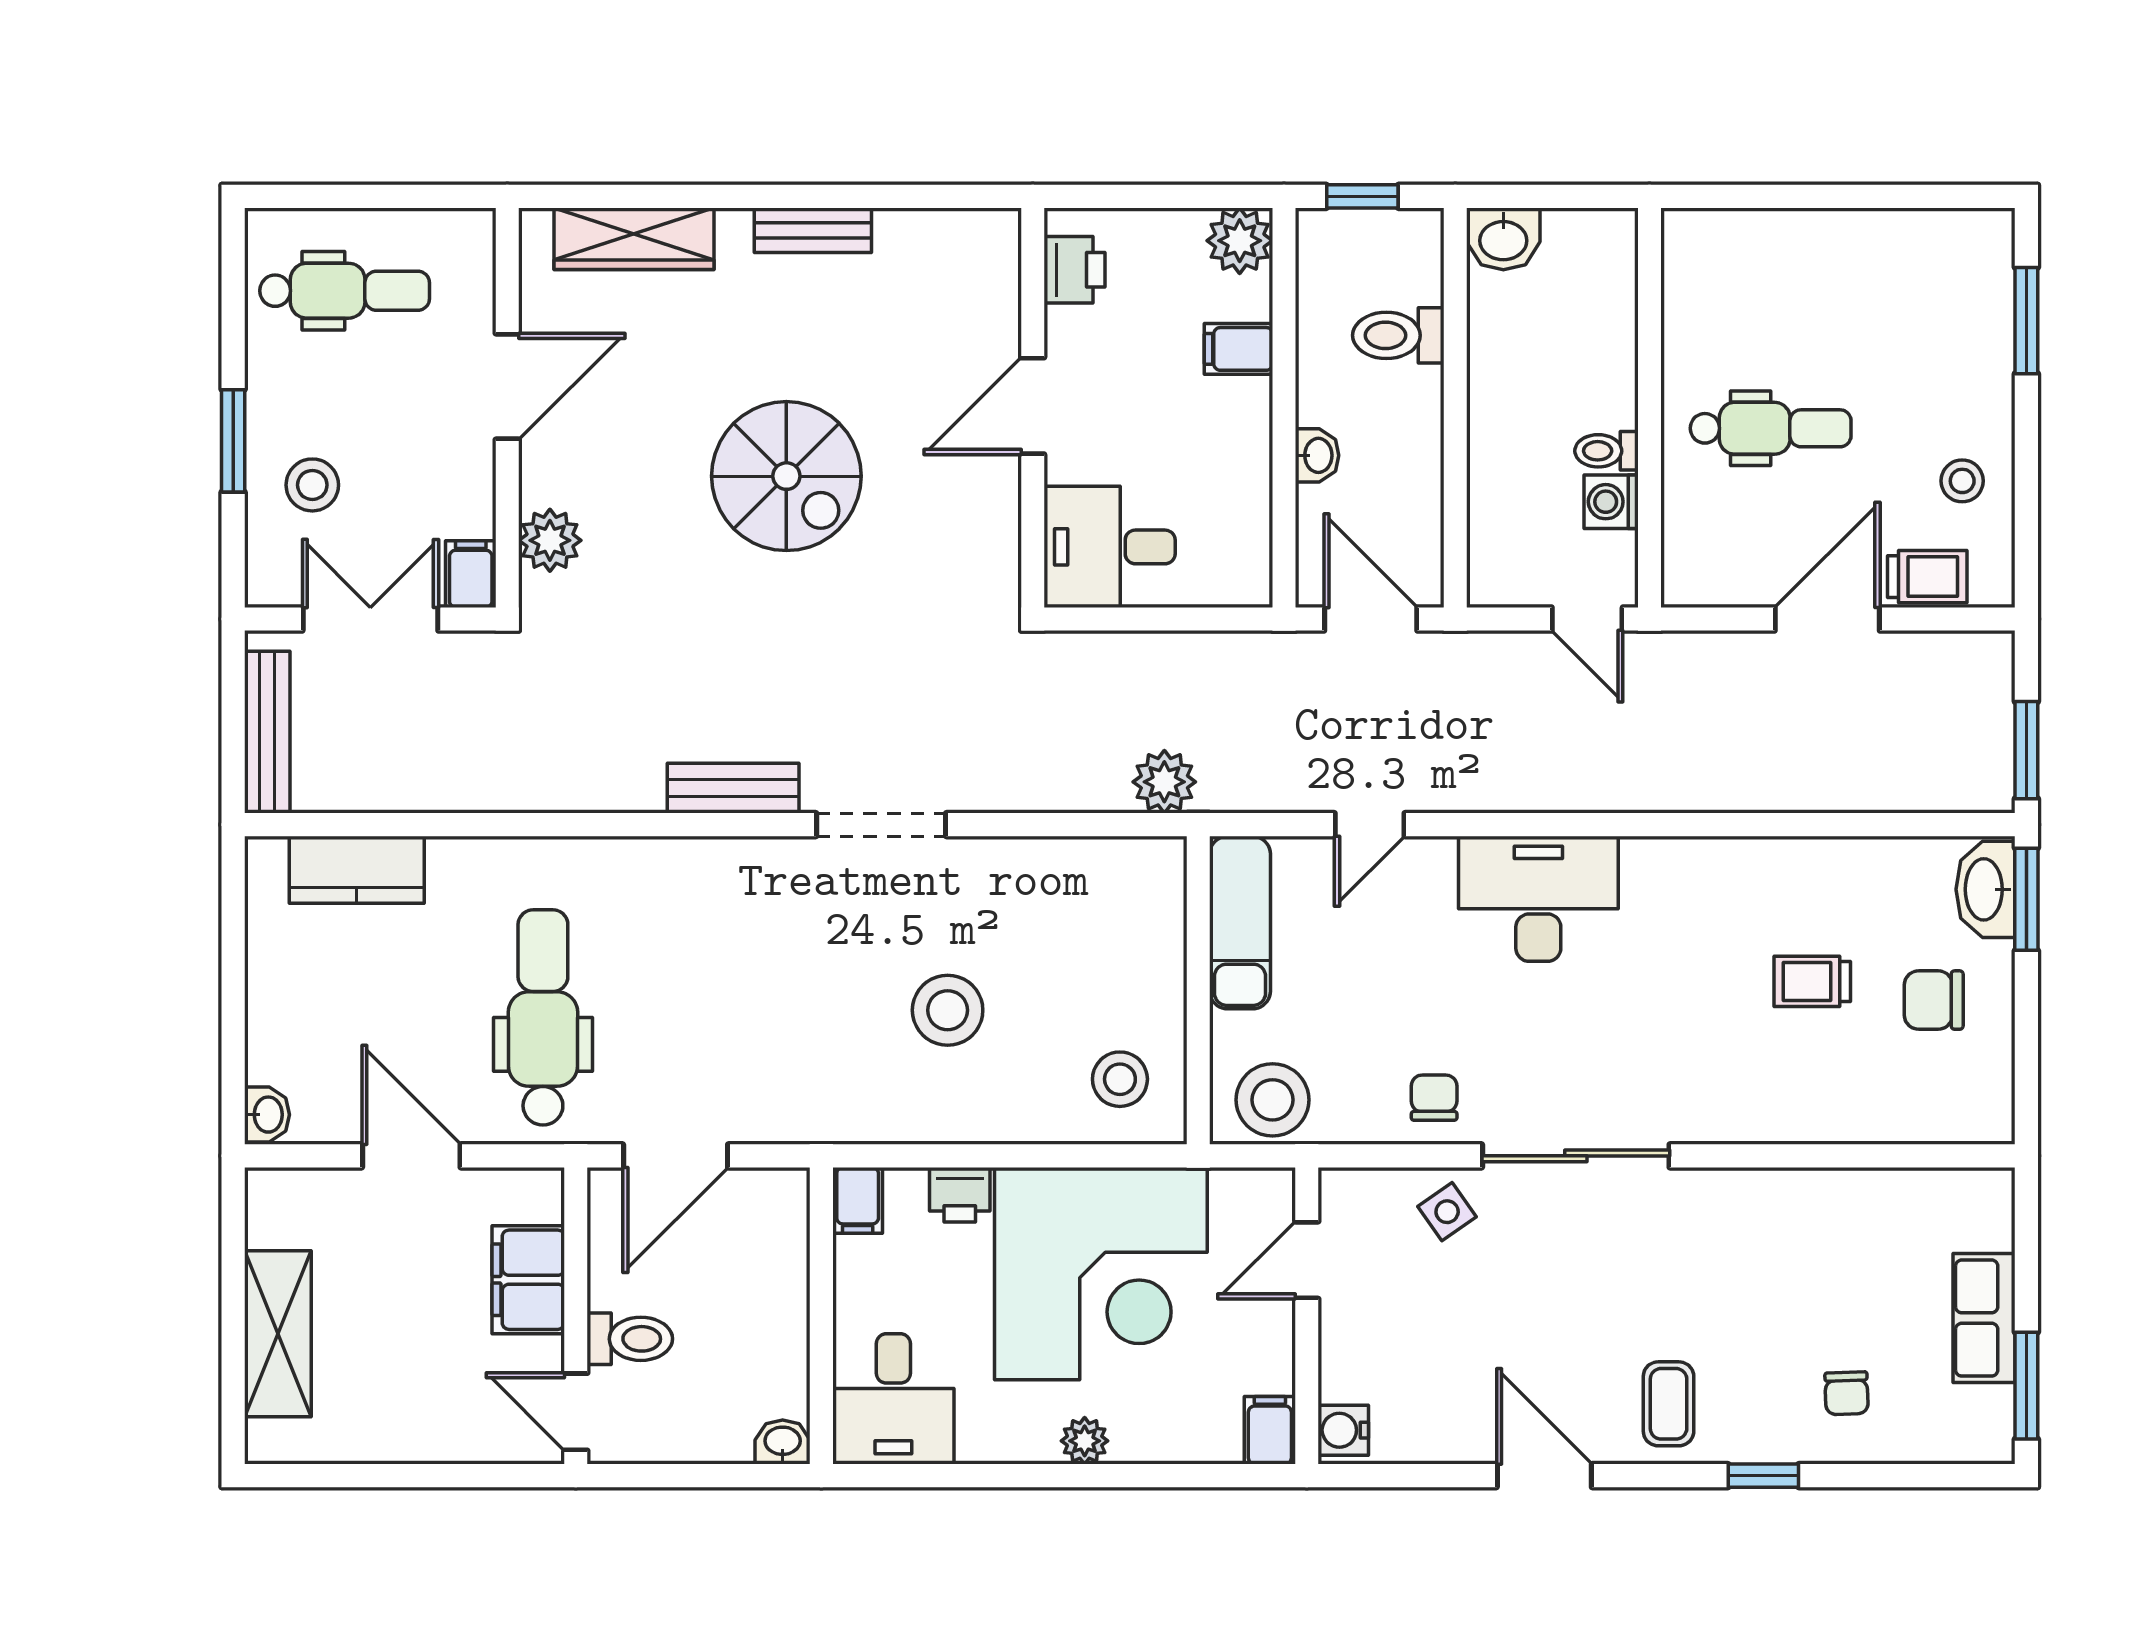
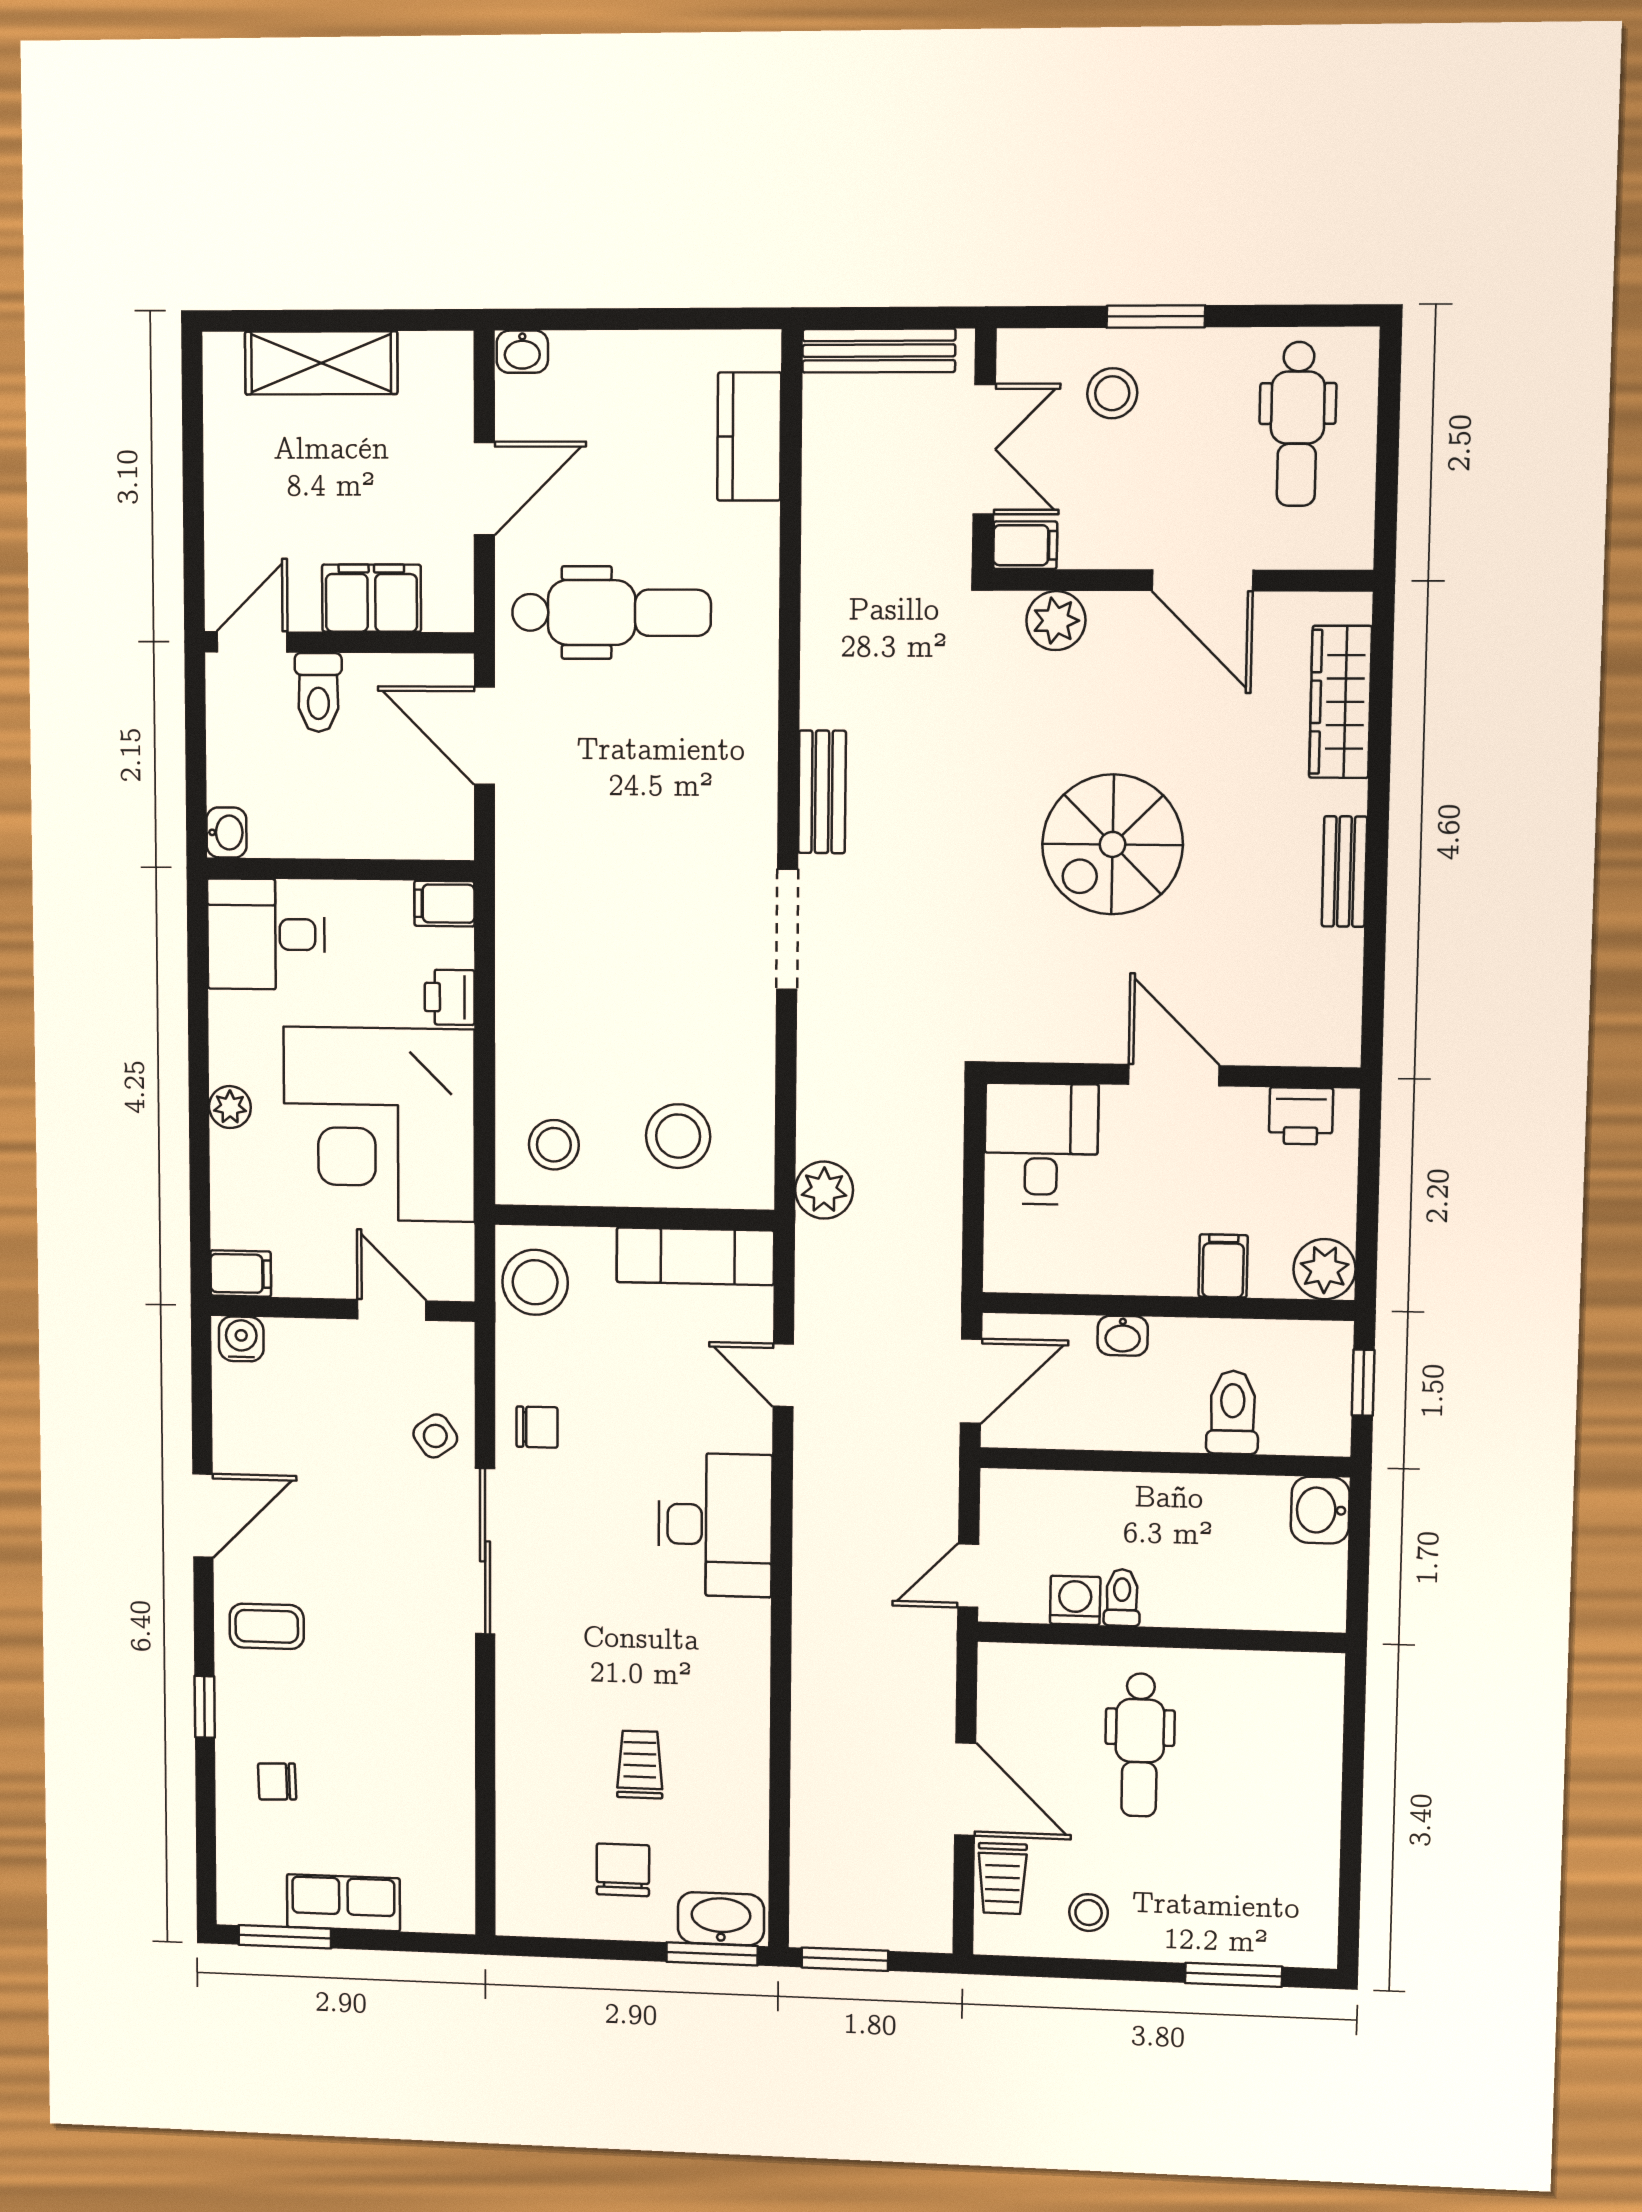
stool: (948, 1010) -> (678, 1136), moved

